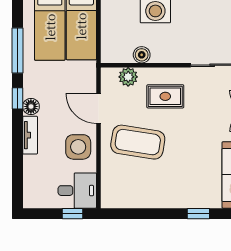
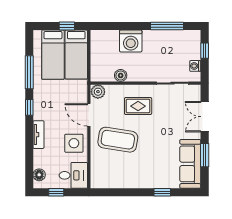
plant: (128, 77) -> (98, 92), moved
floor lamp: (31, 106) -> (39, 175), moved
window: (73, 214) -> (56, 192), moved

